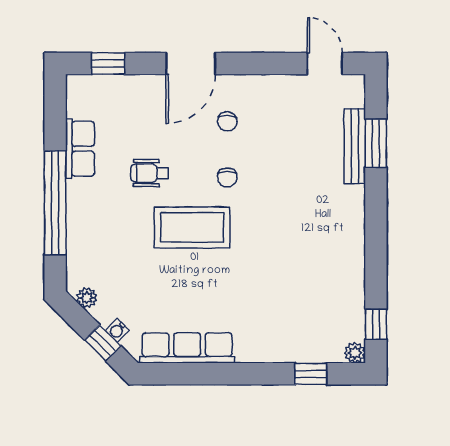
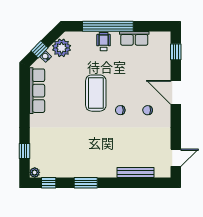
window: (376, 143) -> (86, 183), moved
wheelchair: (150, 173) -> (104, 42), moved
plant: (87, 298) -> (62, 48), width x1.88, depth x1.88

